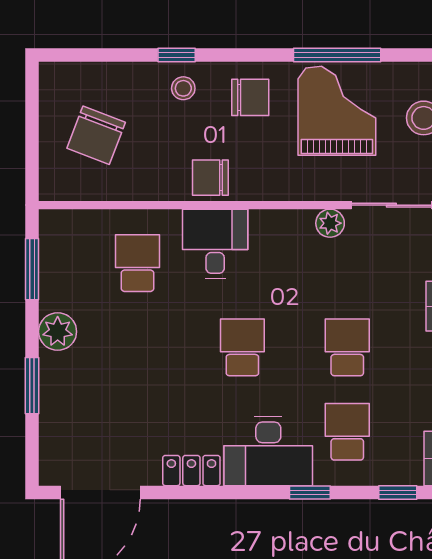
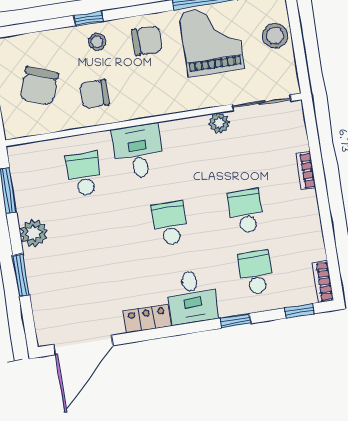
chair: (210, 178) -> (95, 94), moved
desk: (268, 451) -> (192, 297), width x0.73

